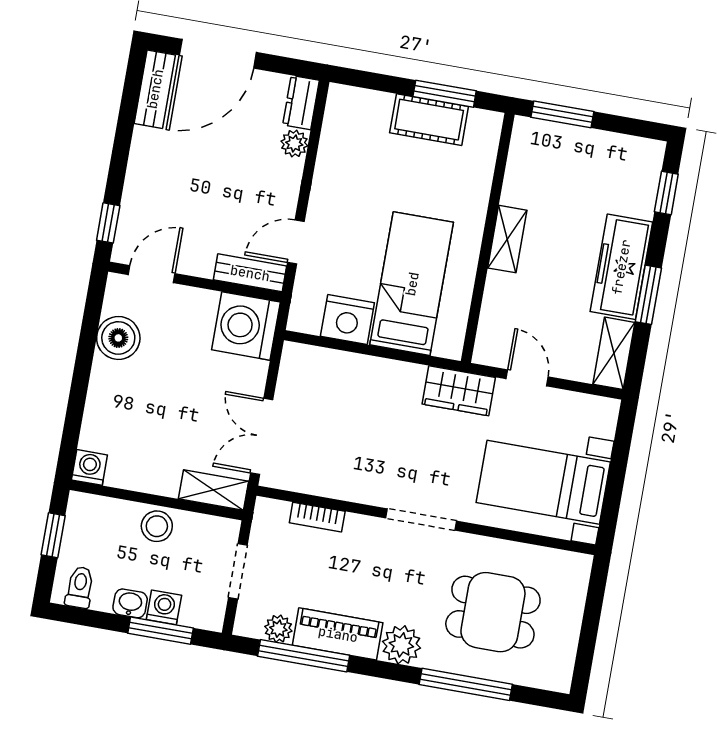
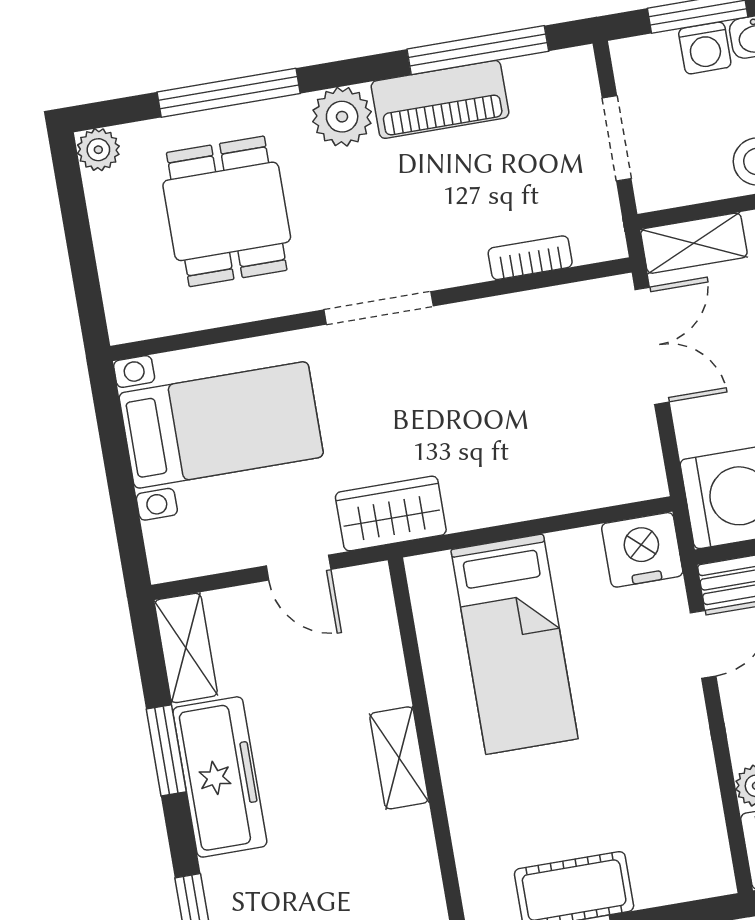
nightstand: (347, 319) -> (642, 550), moved
dining table: (493, 612) -> (227, 211), turned 90
plant: (278, 629) -> (98, 150), moved

